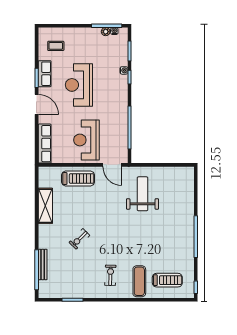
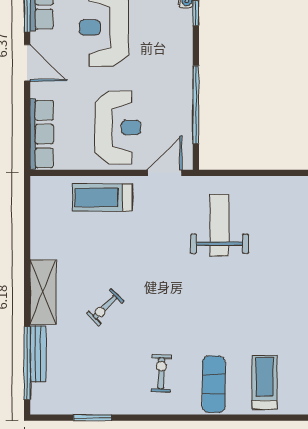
reception desk: (86, 140) -> (118, 128), turned 180
door: (112, 165) -> (165, 173), swing flipped
treadmill: (78, 178) -> (102, 197), turned 180
shelving: (45, 206) -> (43, 292), moved
treadmill: (167, 280) -> (265, 382), turned -90

